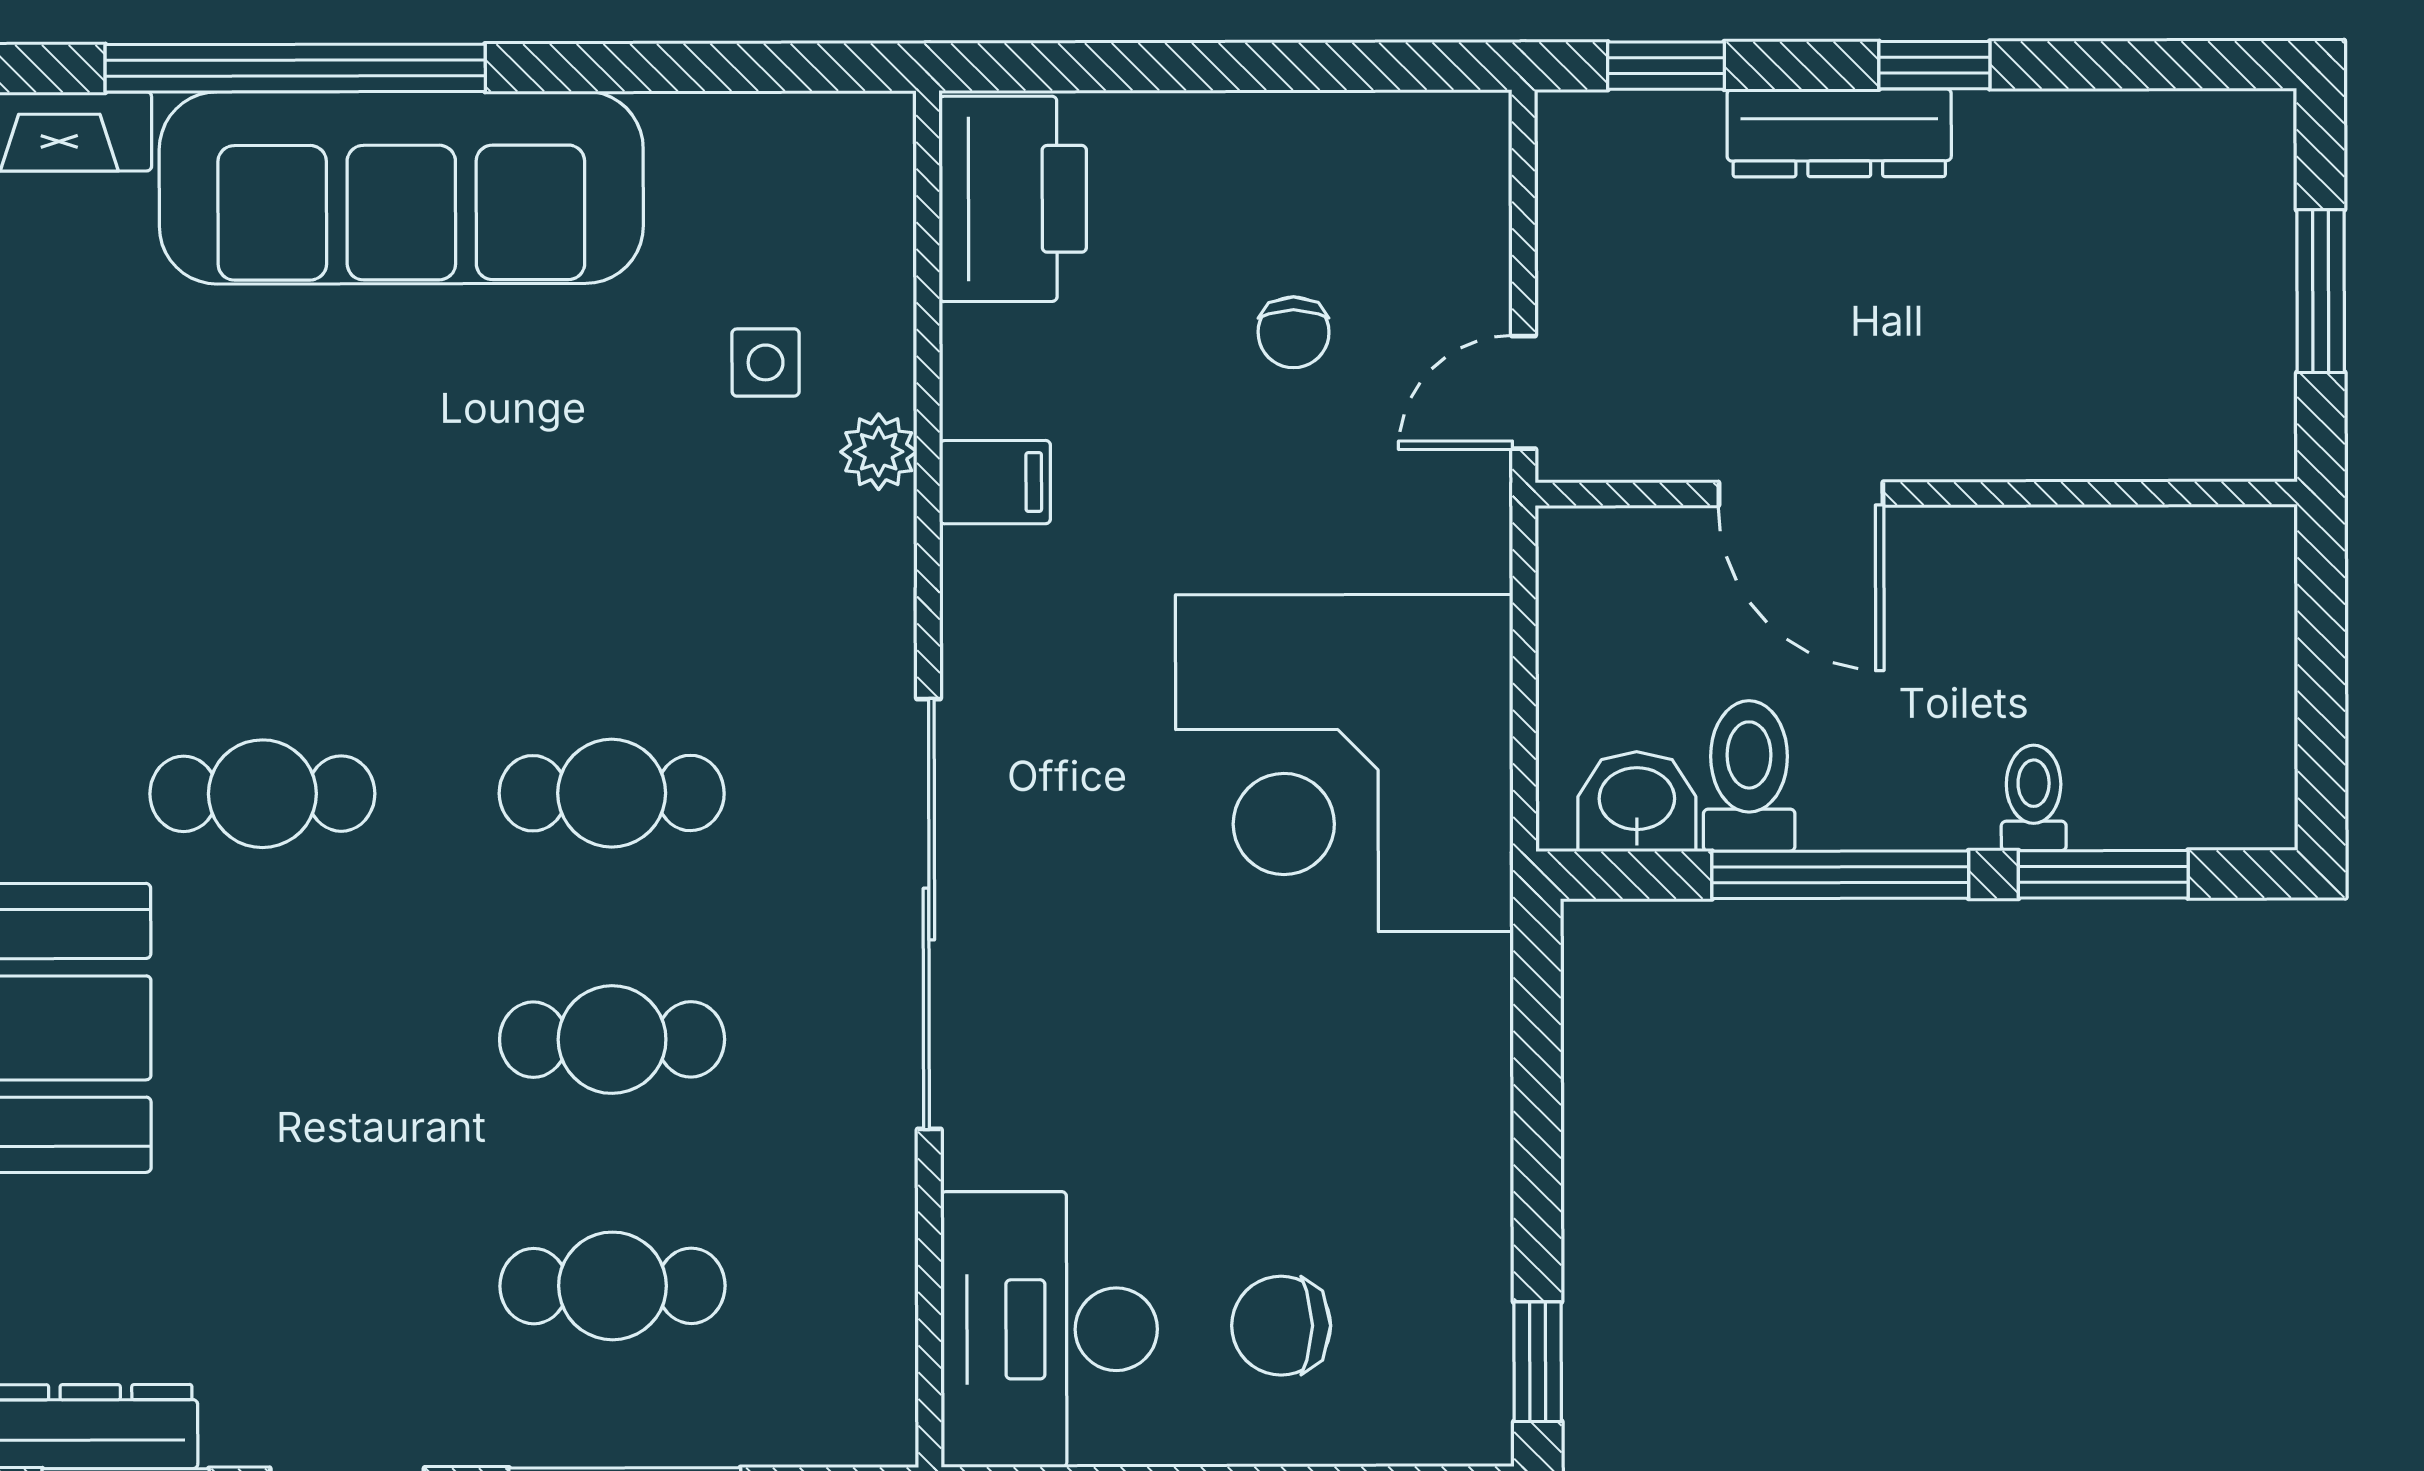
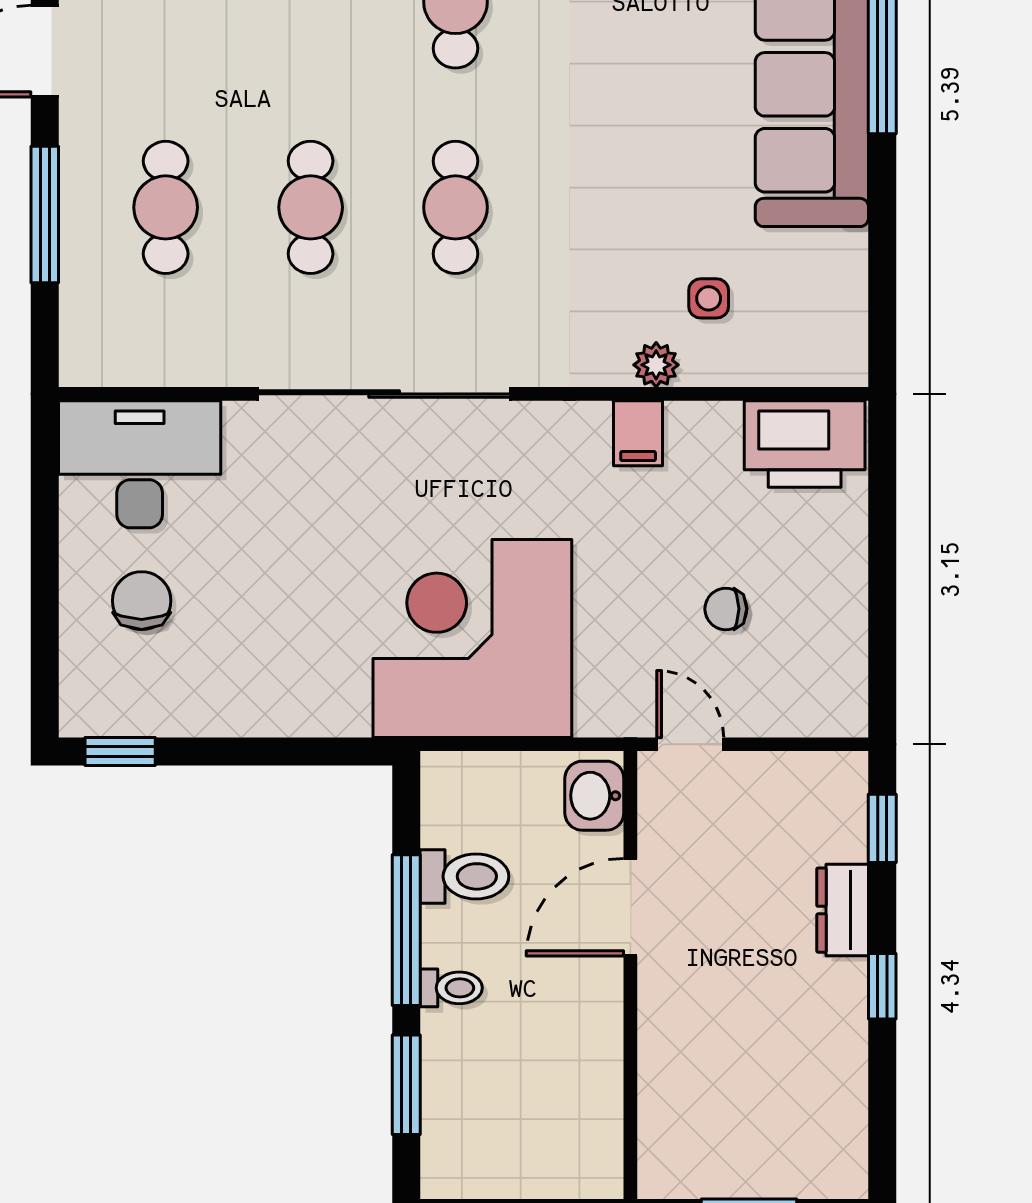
dresser: (1839, 133) -> (843, 910), width x0.70
toilet: (2034, 798) -> (451, 988), moved
washbasin: (1637, 802) -> (594, 796), moved, turned 180

